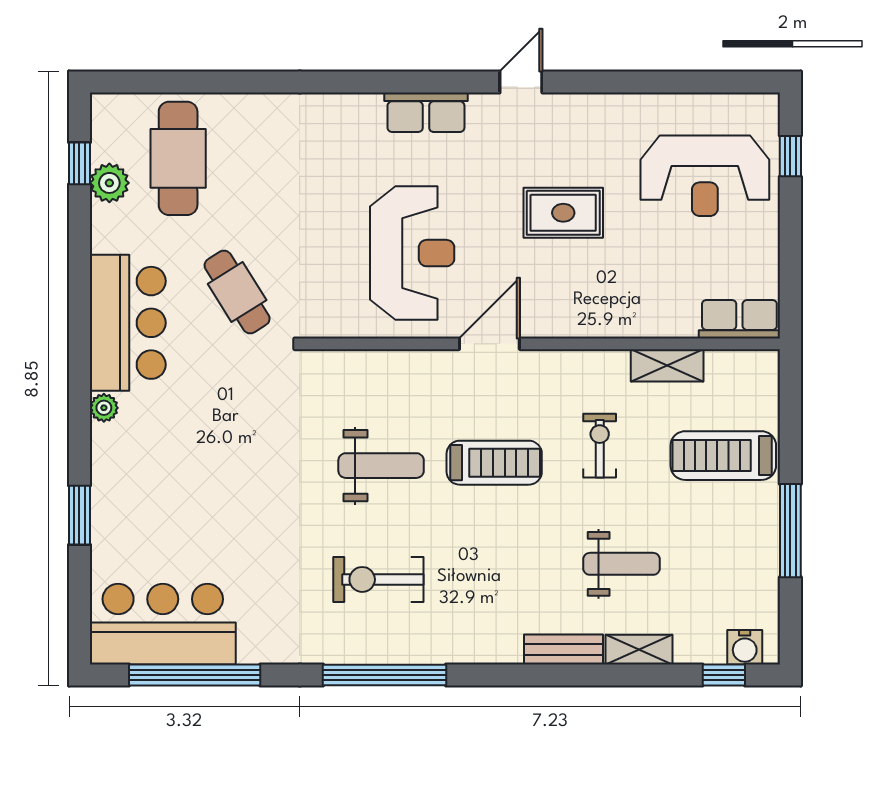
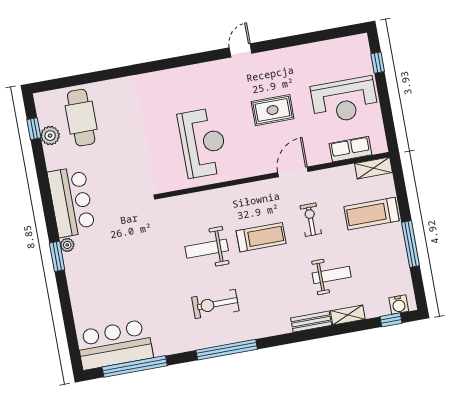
row of seats: (426, 112) -> (197, 73), removed
reception desk: (705, 176) -> (344, 100), moved
cafe table: (237, 292) -> (122, 177), removed
row of seats: (739, 319) -> (350, 149), moved
door: (489, 344) -> (293, 172), moved
shelving: (667, 365) -> (373, 168), moved
weight bench: (381, 466) -> (207, 249), turned 180
window: (79, 515) -> (57, 256), moved

